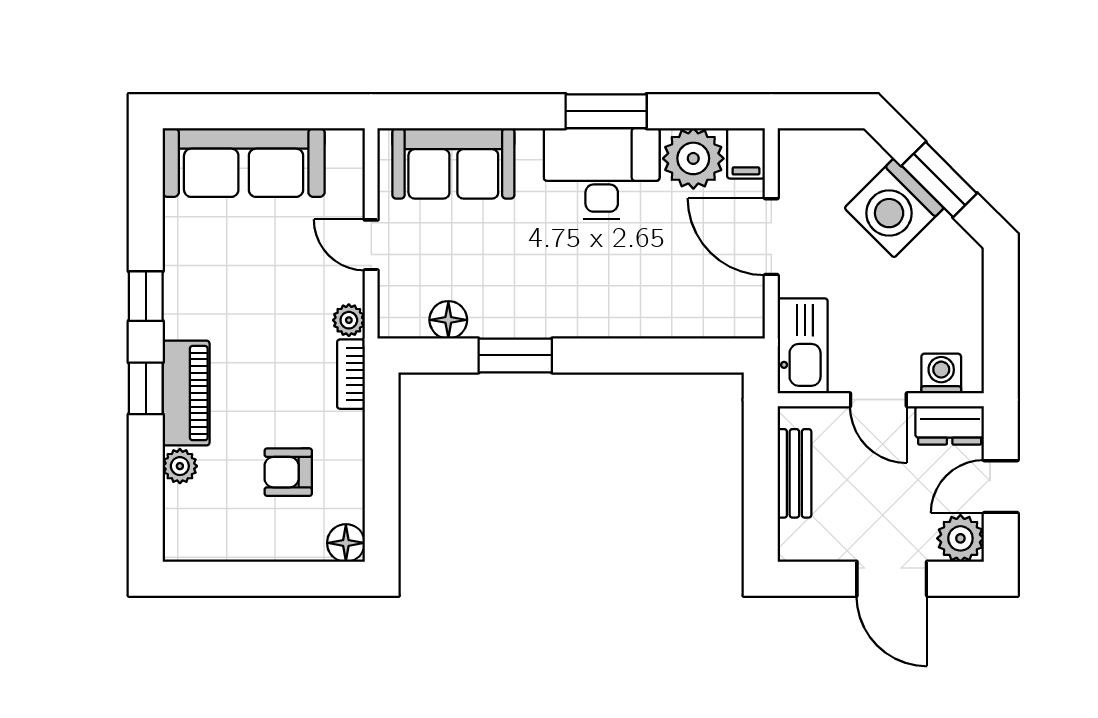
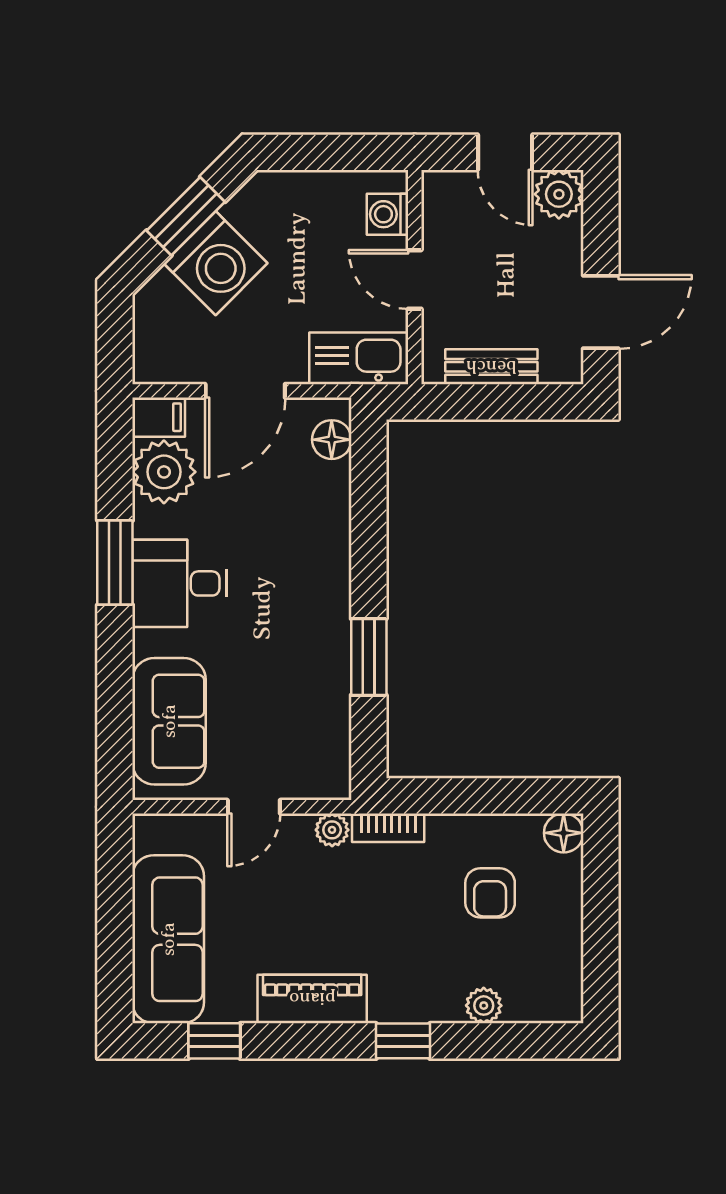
desk: (602, 173) -> (180, 583), width x0.73
window: (146, 296) -> (214, 1041), moved
floor lamp: (448, 320) -> (332, 440), moved
piano: (186, 393) -> (312, 999), moved
door: (878, 400) -> (415, 279), swing flipped
dresser: (950, 425) -> (441, 205), removed
door: (892, 579) -> (601, 312), moved

